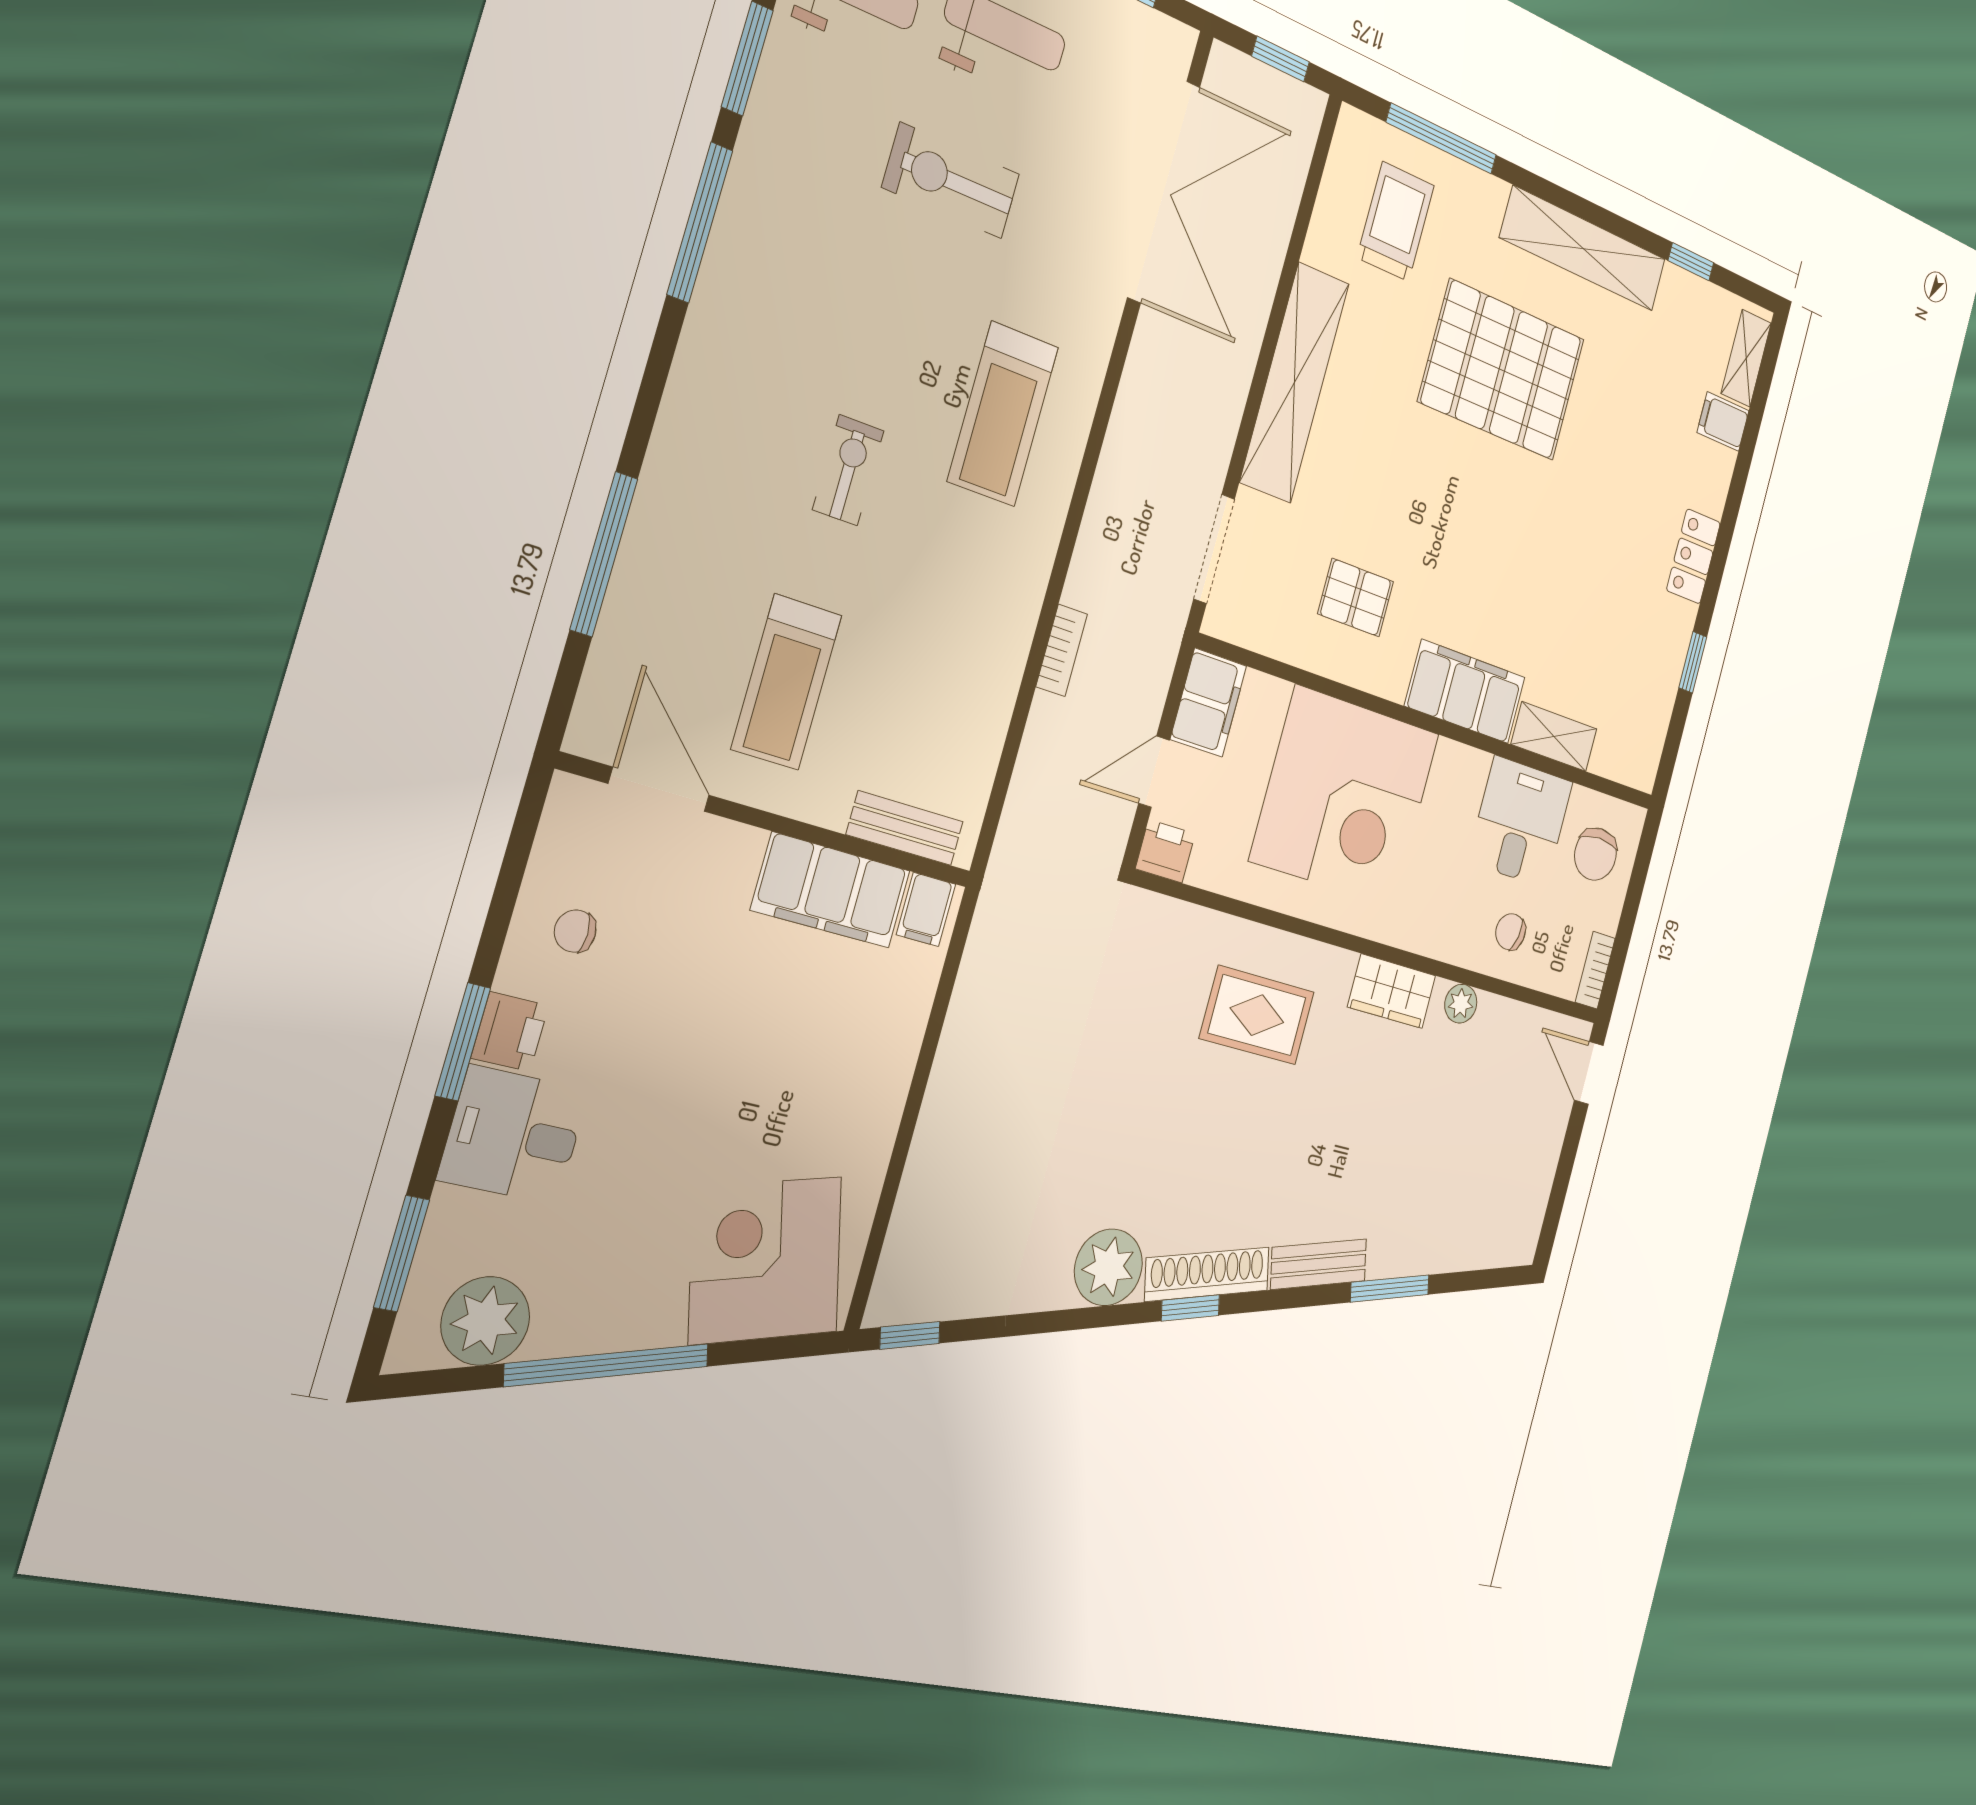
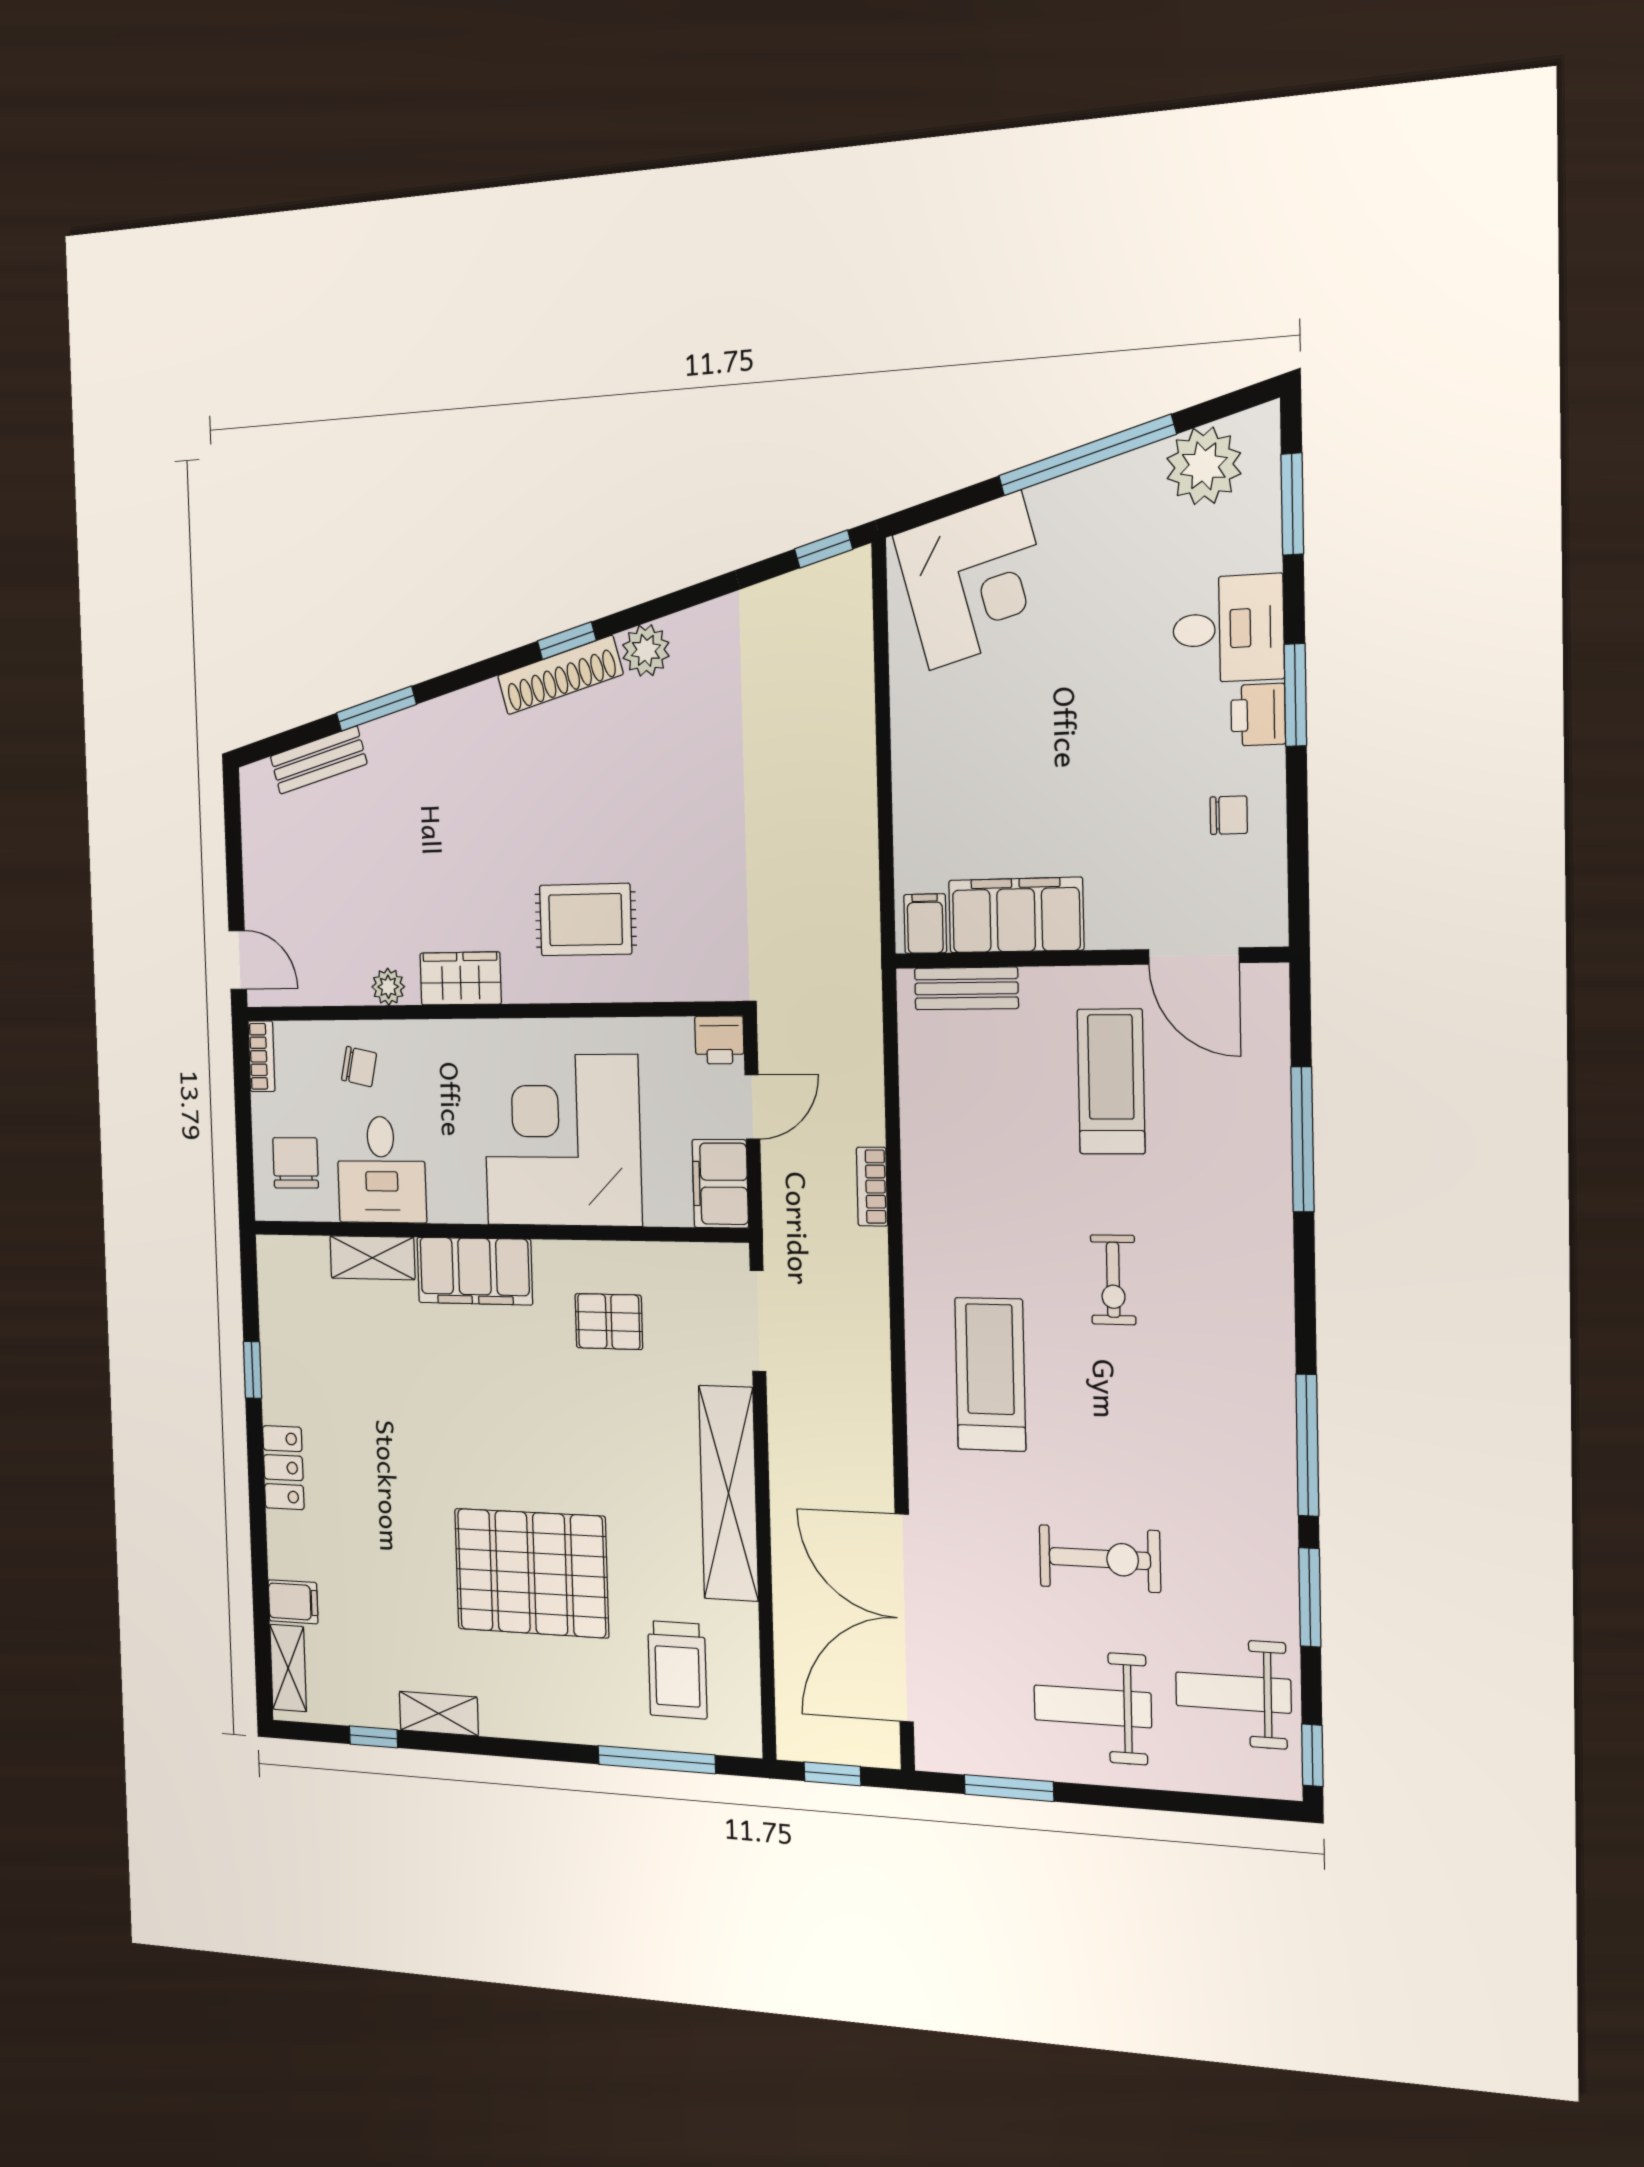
shelving: (1583, 249) -> (439, 1713), width x0.45, depth x0.75
bench: (1319, 1264) -> (319, 760), moved
plant: (1108, 1267) -> (646, 650), width x0.73, depth x0.73

